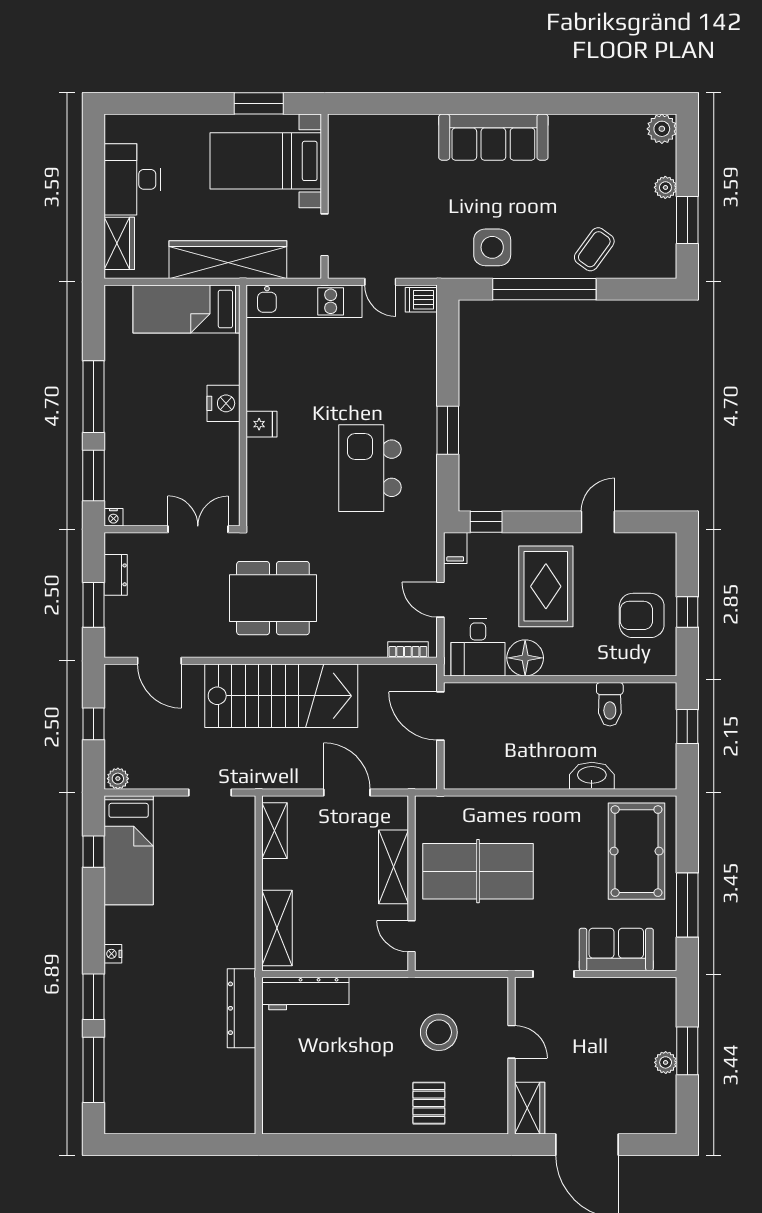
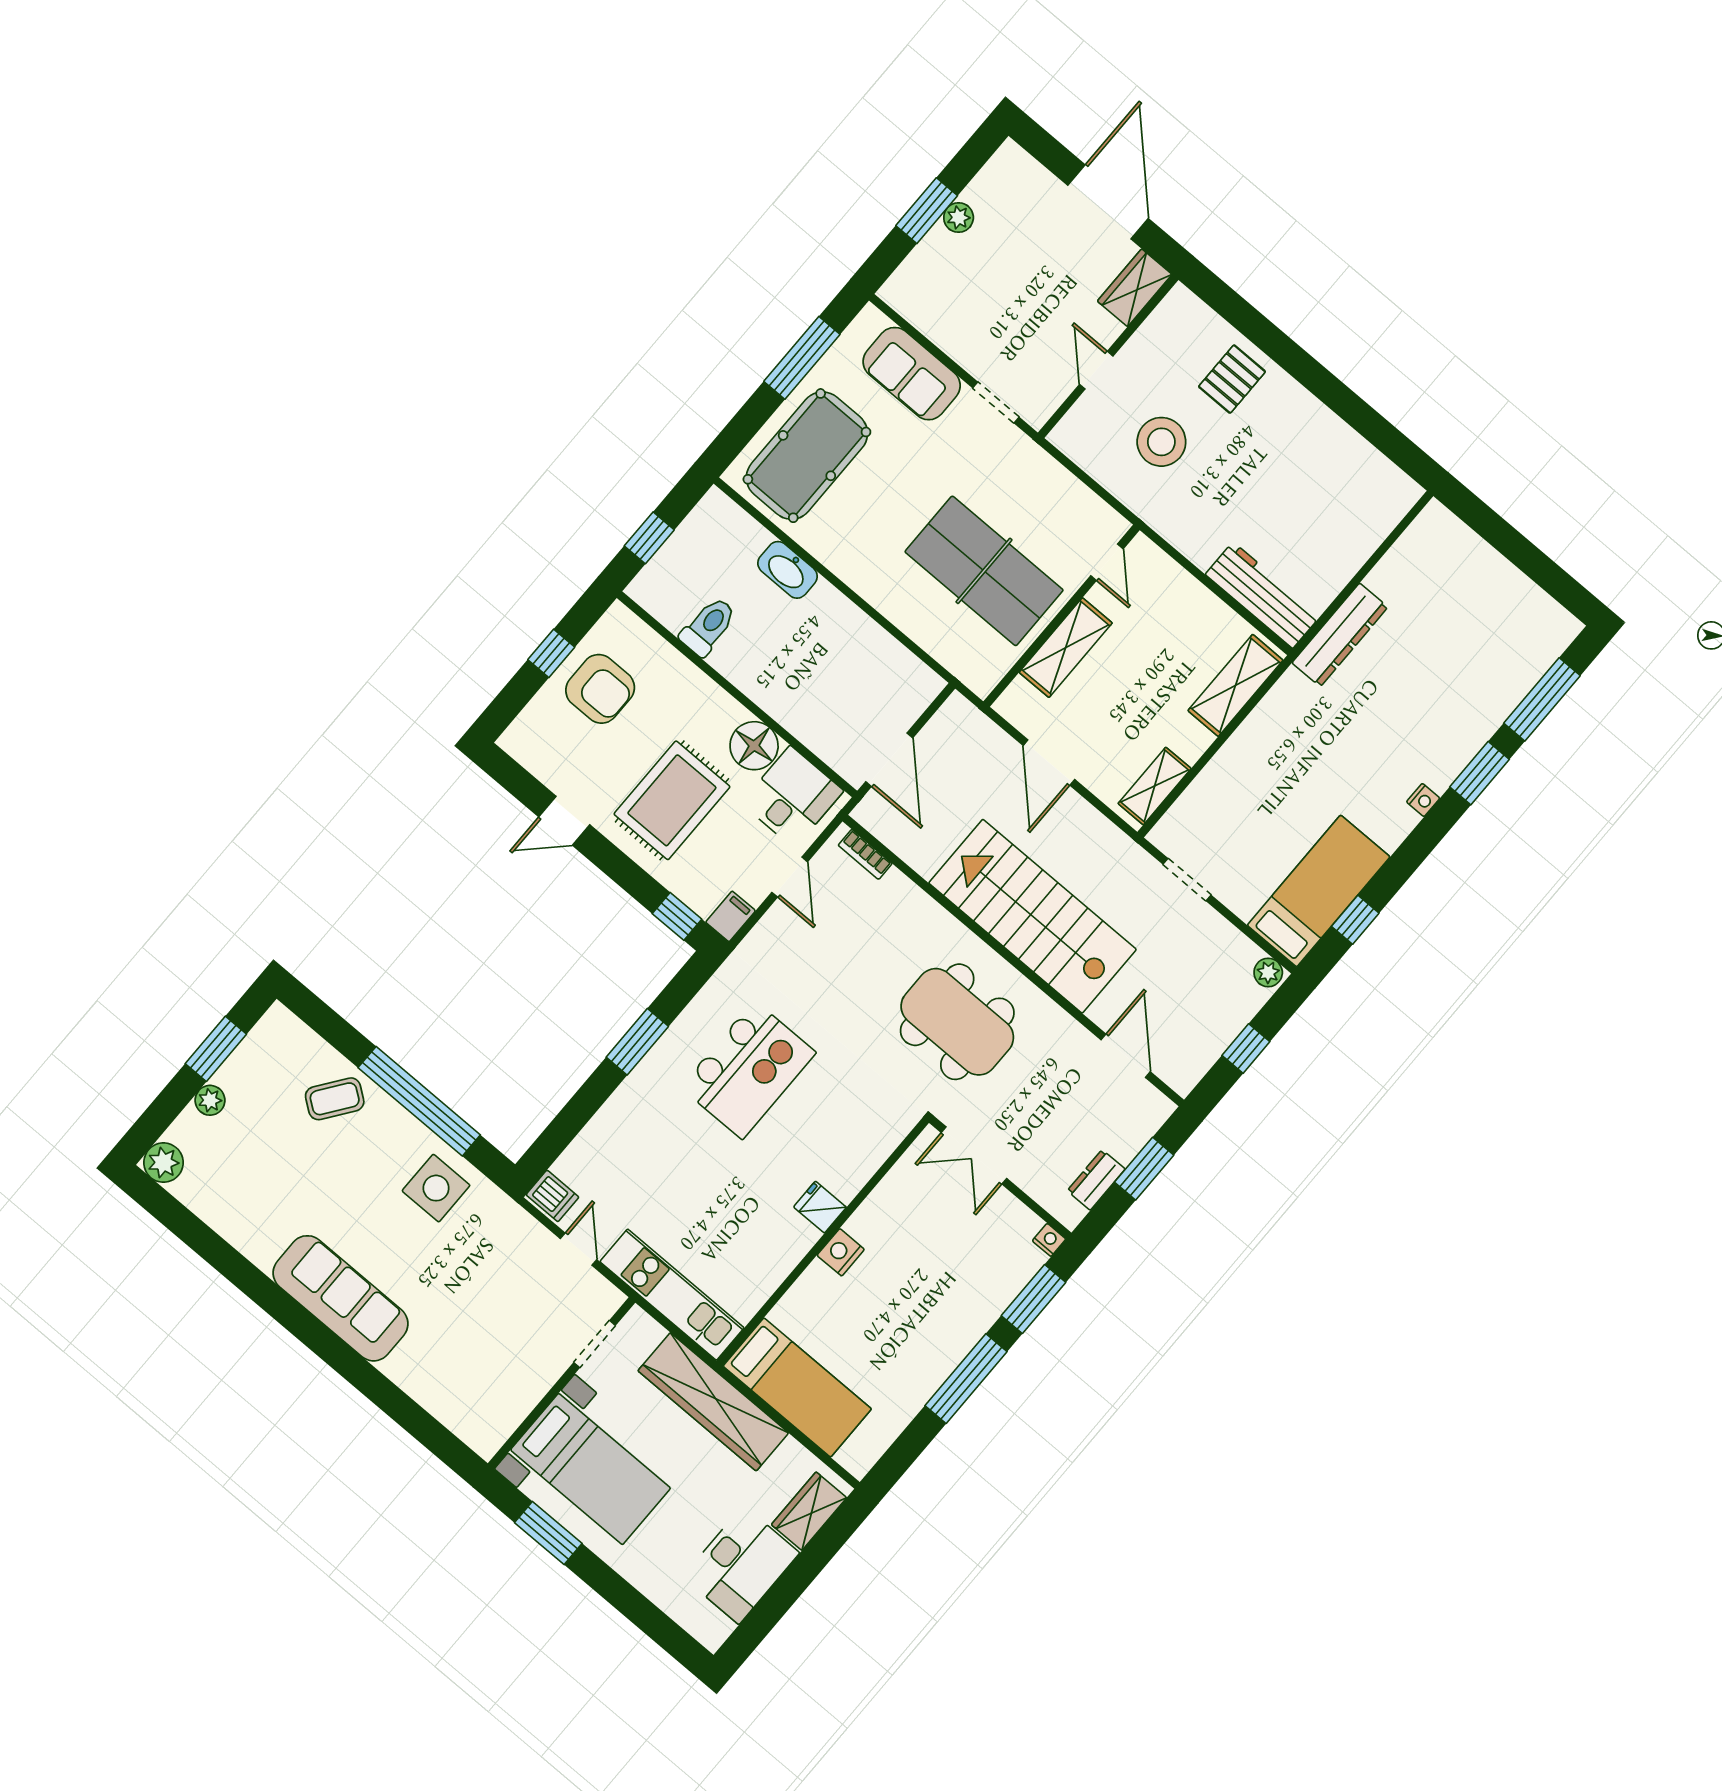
nightstand: (223, 403) -> (841, 1252), width x0.74, depth x0.75

